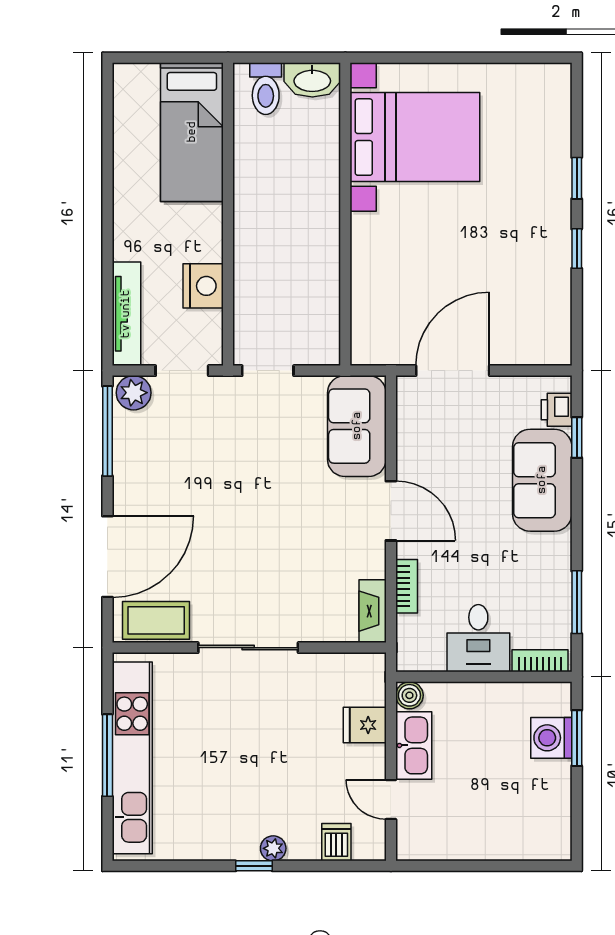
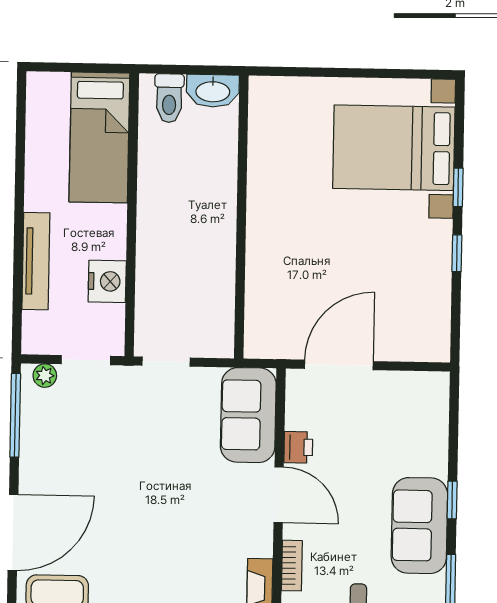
bed with nightstands: (415, 137) -> (394, 148), moved, turned 180
tv unit: (126, 314) -> (36, 261), moved
plant: (134, 393) -> (45, 376), width x0.73, depth x0.73
printer: (557, 410) -> (298, 447), moved, turned 180
window: (577, 437) -> (452, 500), moved
sofa: (542, 480) -> (419, 526), moved

